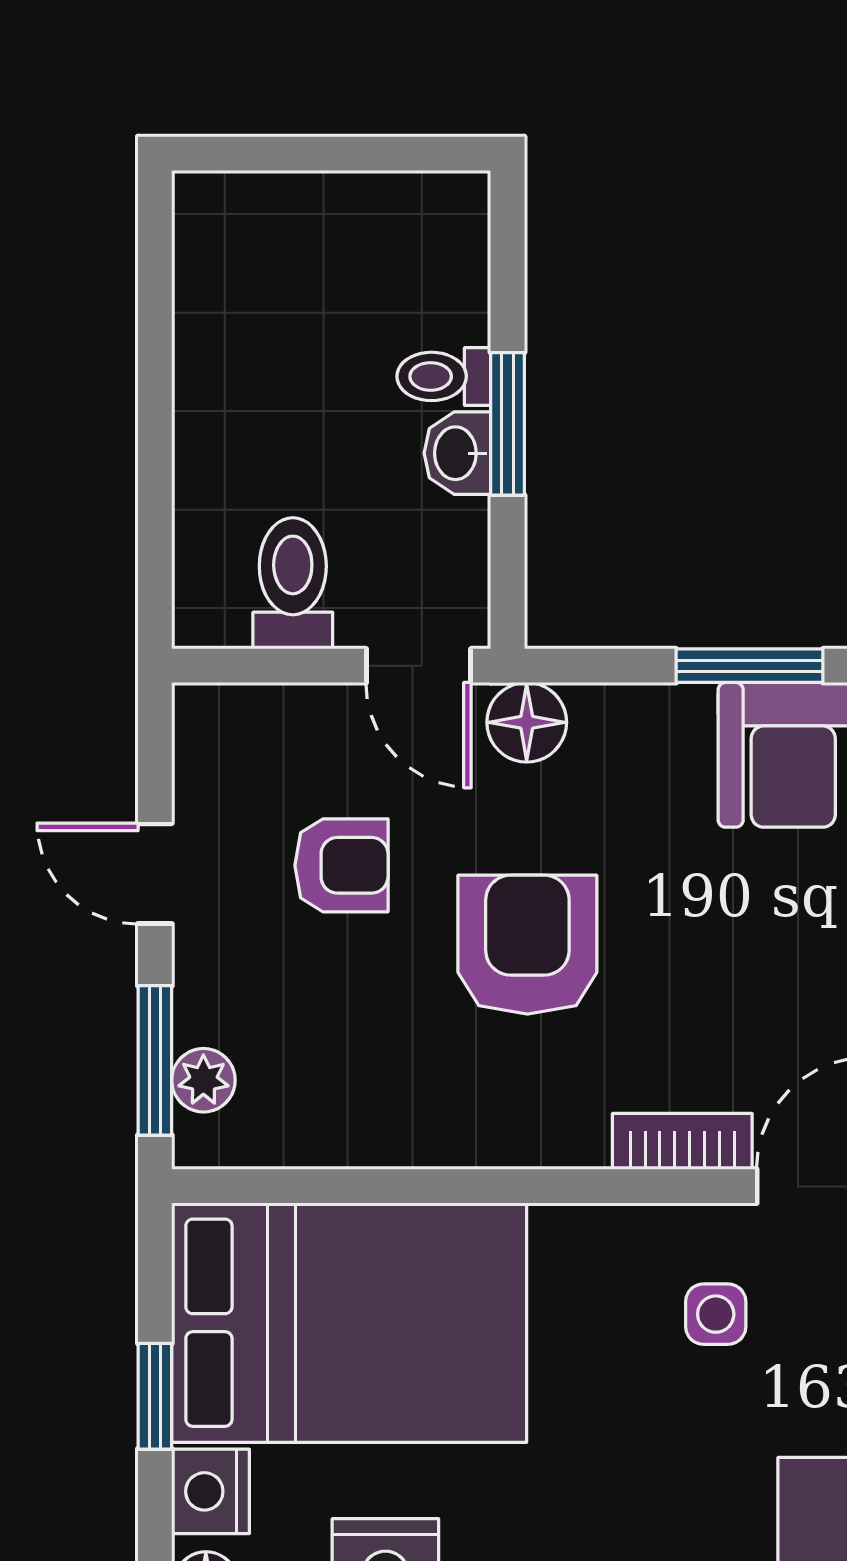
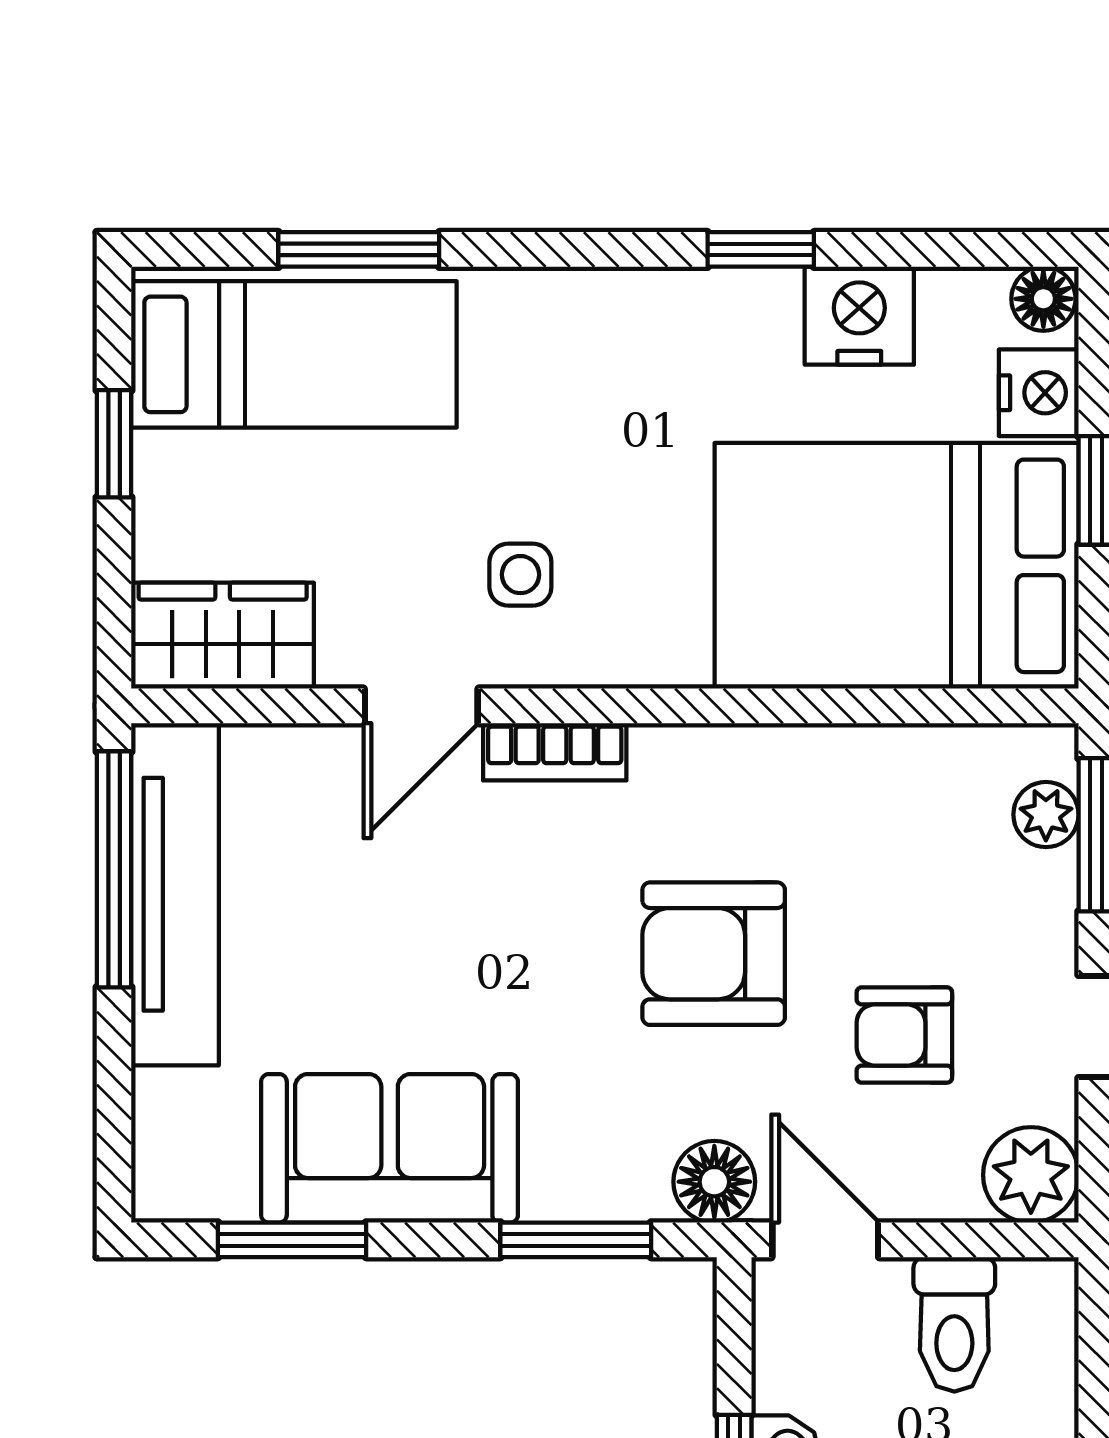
window: (750, 666) -> (576, 1240), moved
plant: (218, 729) -> (1031, 1175), added
armchair: (527, 945) -> (714, 954), turned 90

